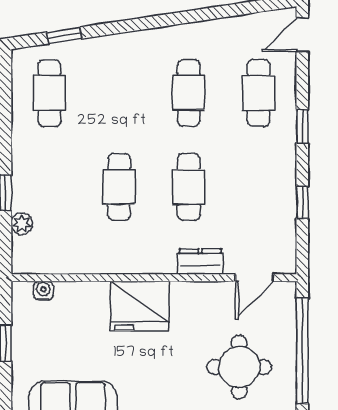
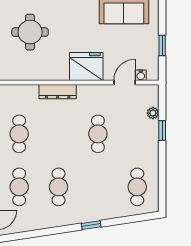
window: (64, 35) -> (91, 225), moved
cafe table: (189, 187) -> (19, 134), moved
dresser: (200, 262) -> (58, 92), width x1.44
door: (254, 278) -> (125, 83), moved

